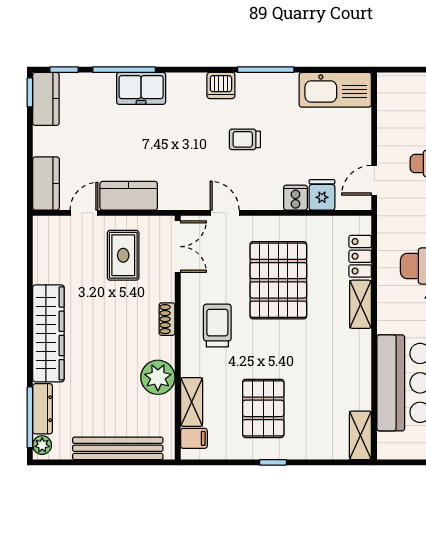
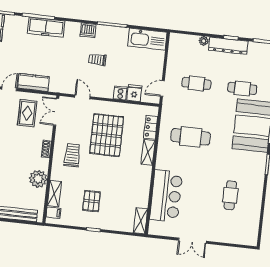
freezer: (141, 88) -> (46, 27), width x1.40
double door: (178, 247) -> (56, 112), swing flipped
pallet: (263, 408) -> (91, 201), width x0.67, depth x0.71

